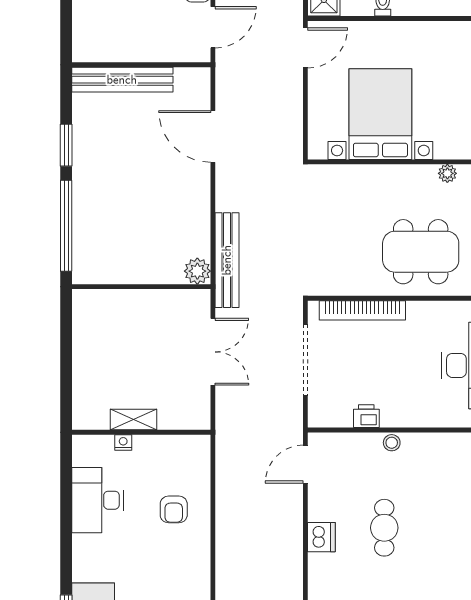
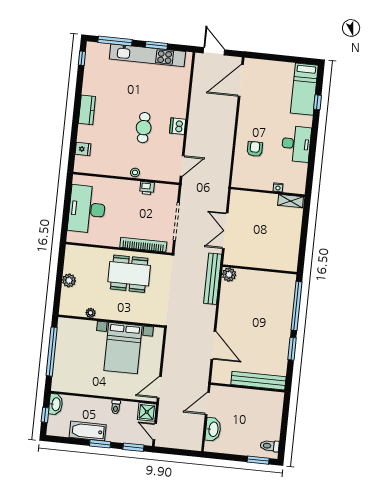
dining table: (421, 252) -> (129, 274), moved
shelving: (134, 420) -> (291, 201), moved
desk: (98, 500) -> (296, 144), moved

